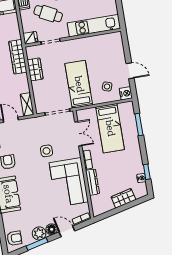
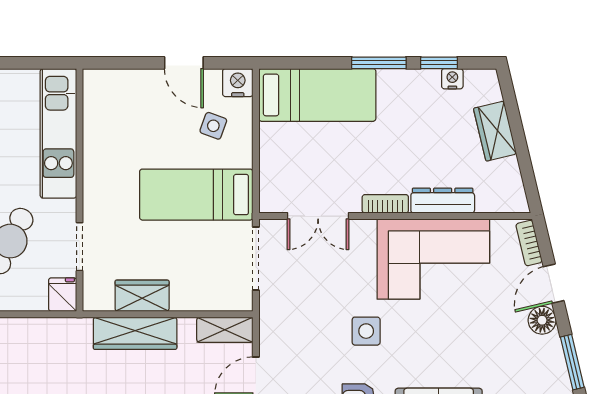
wardrobe: (18, 57) -> (135, 333), moved
door: (130, 71) -> (184, 63), swing flipped
window: (139, 124) -> (379, 63), moved
bed: (110, 128) -> (317, 95), moved
double door: (78, 134) -> (318, 216), swing flipped
side table: (46, 151) -> (366, 331), moved
plant: (39, 233) -> (547, 353), removed

